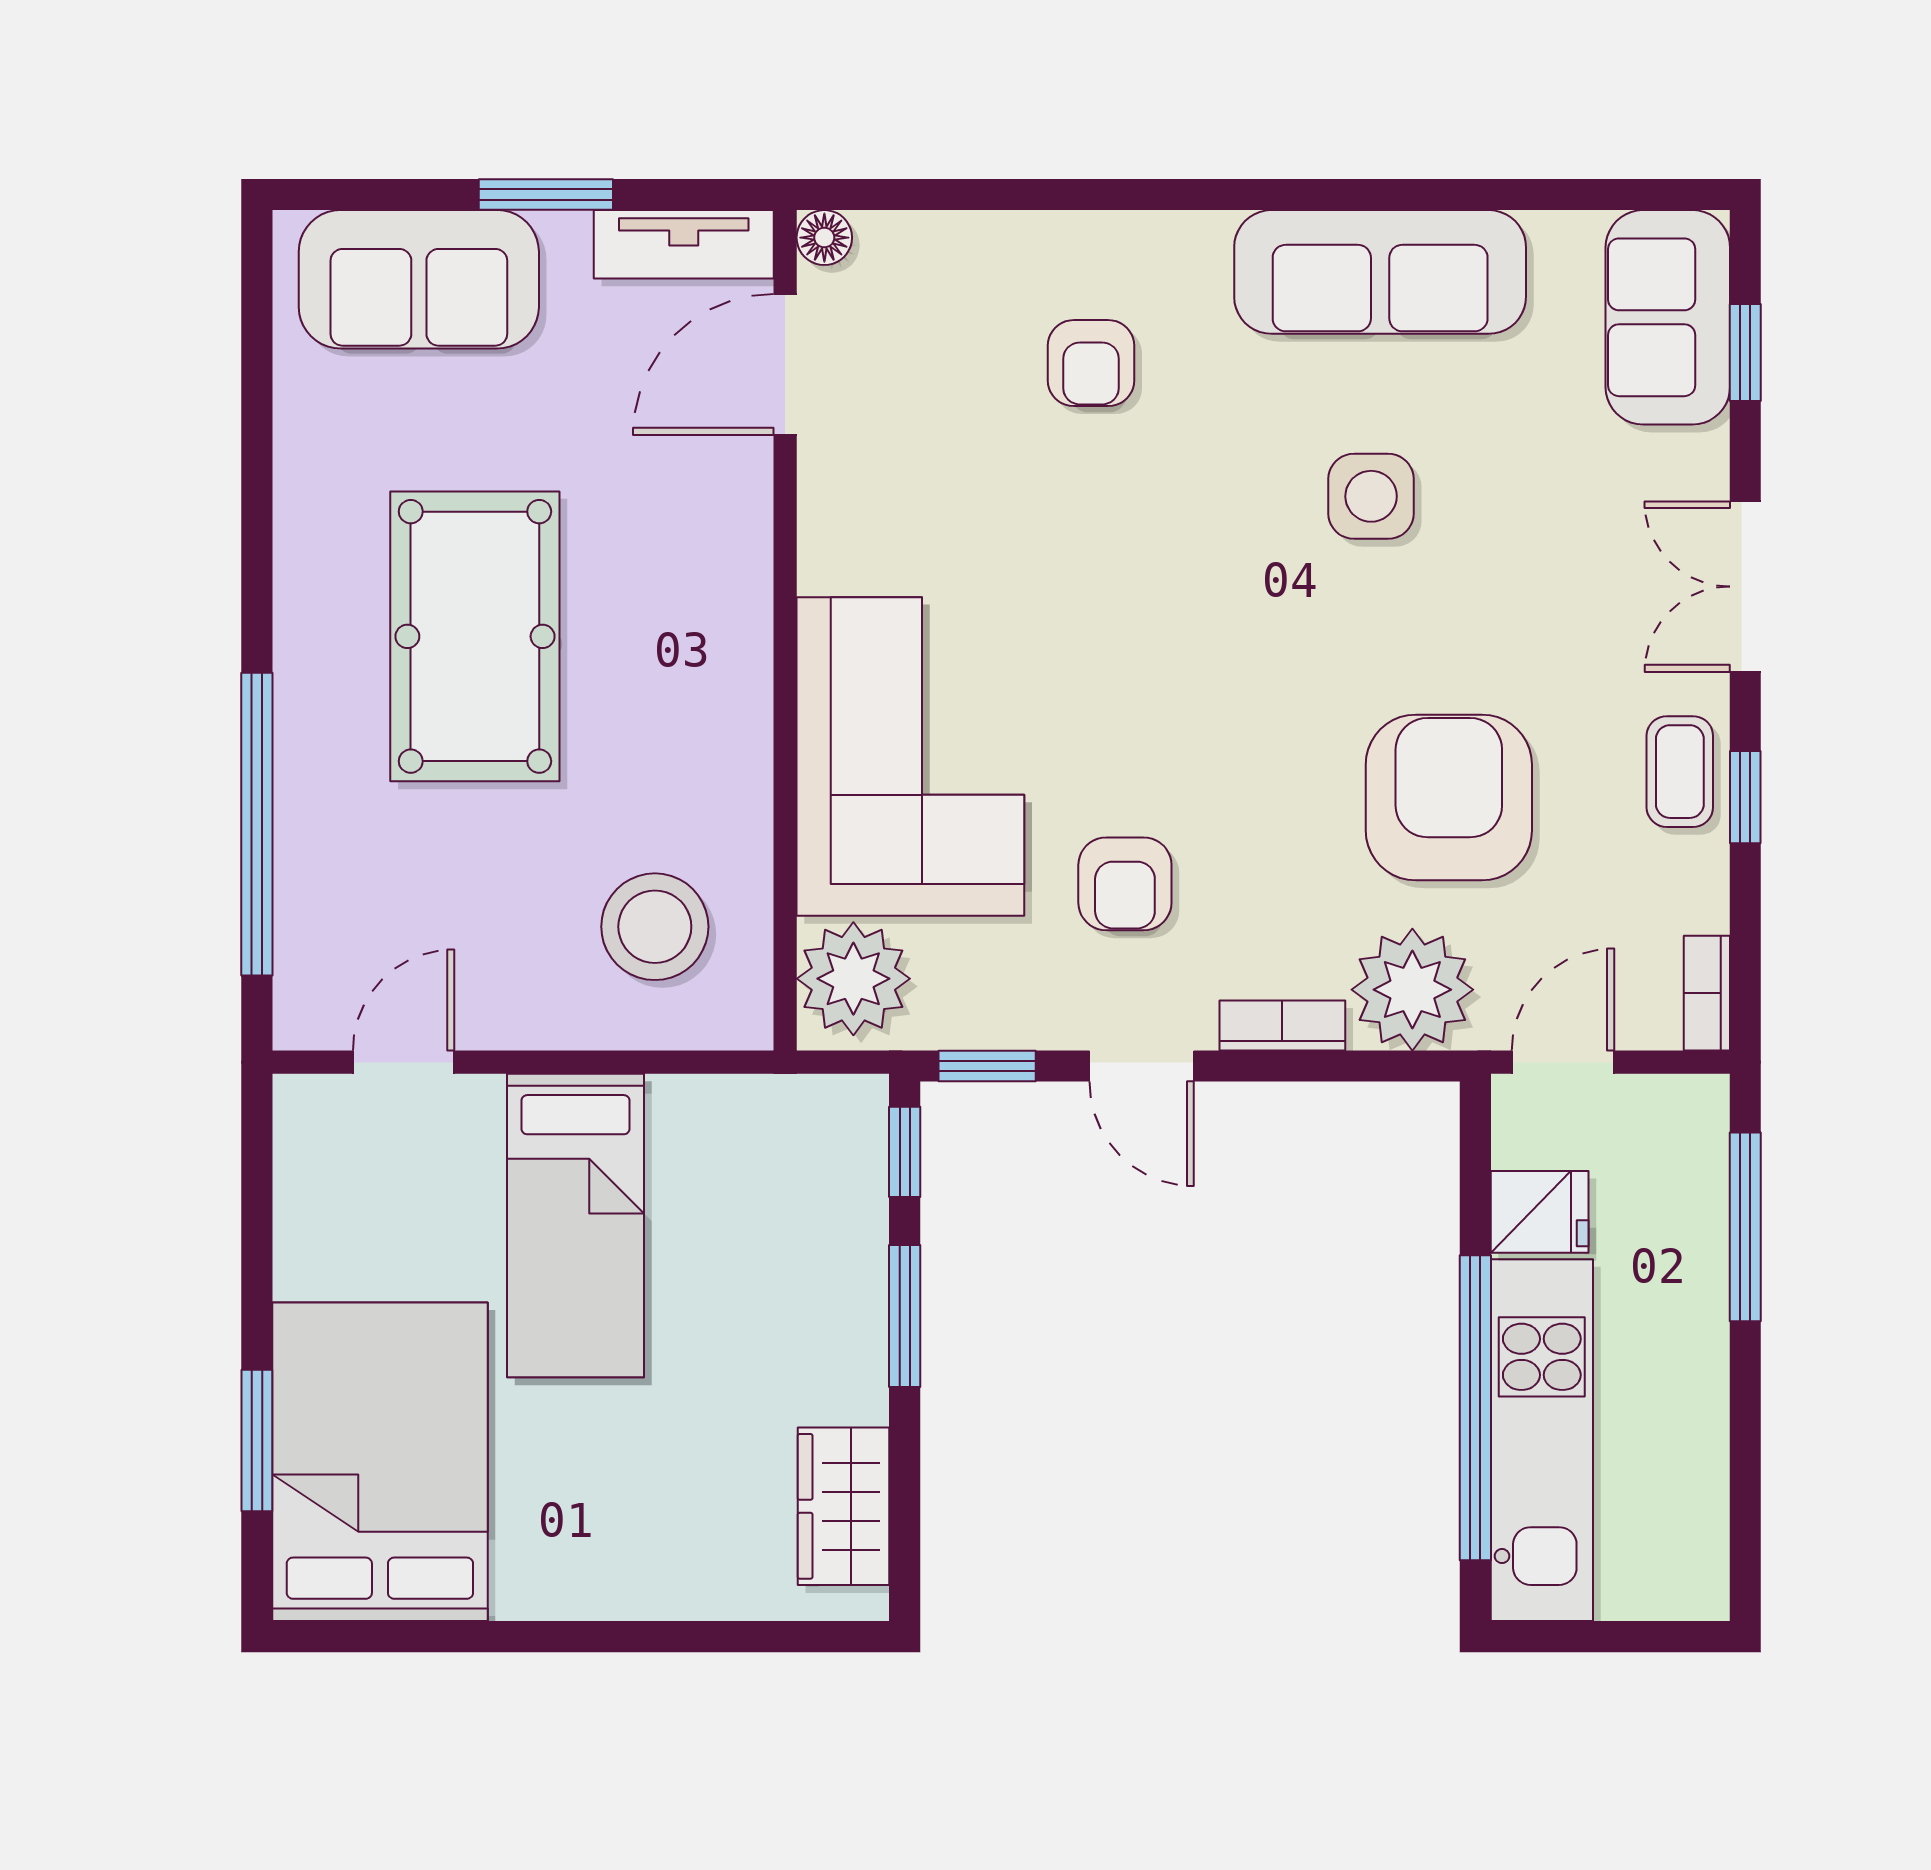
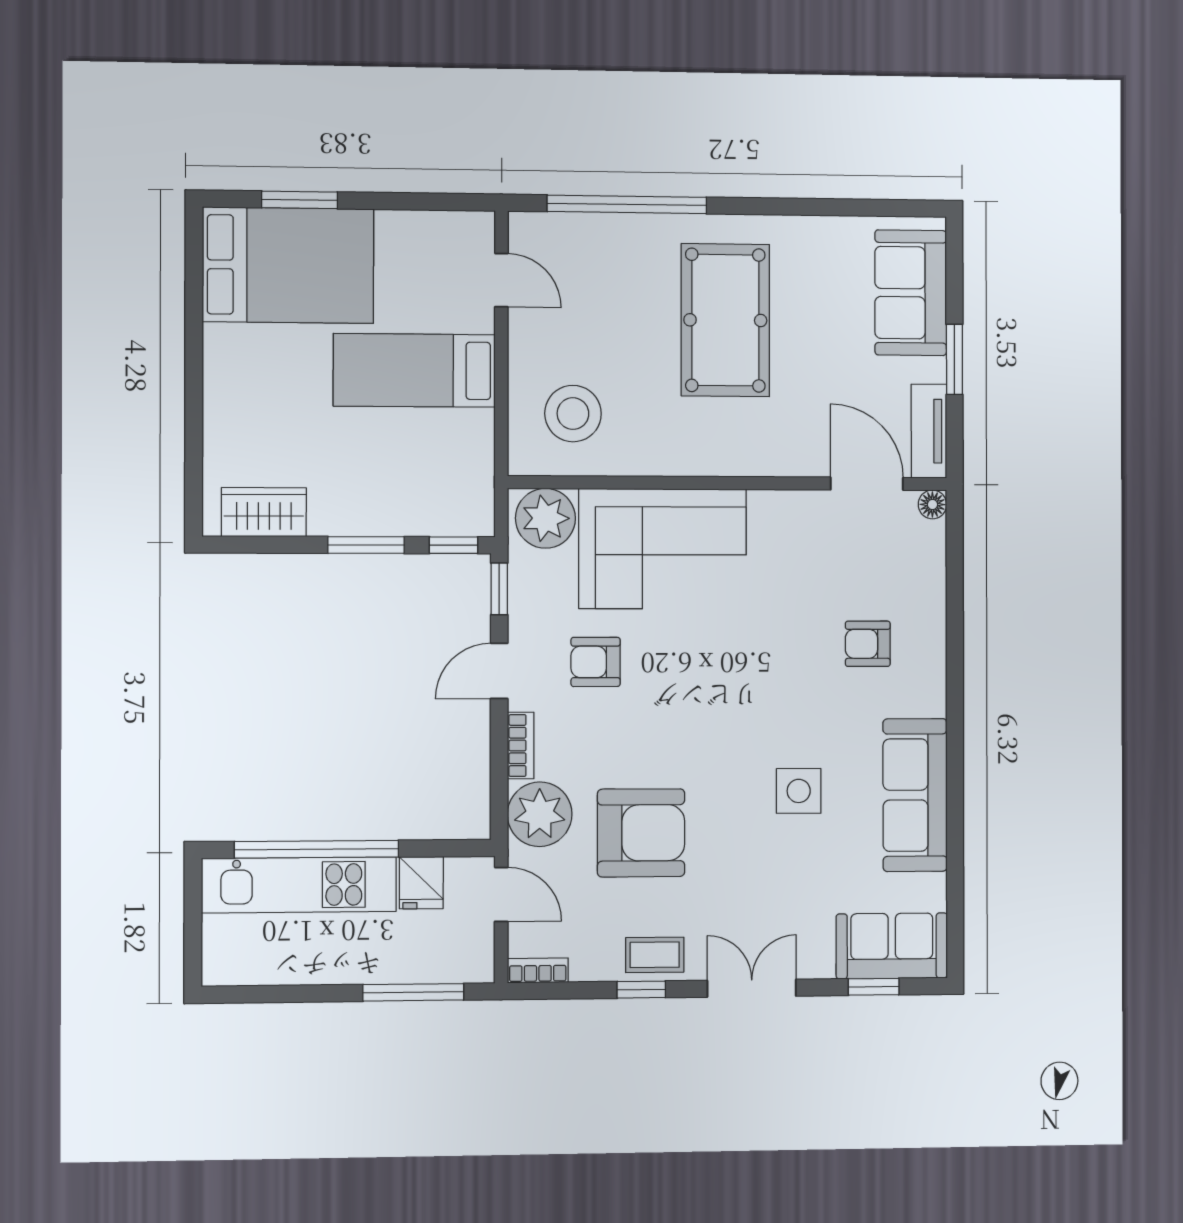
pool table: (475, 636) -> (725, 320), turned 90

